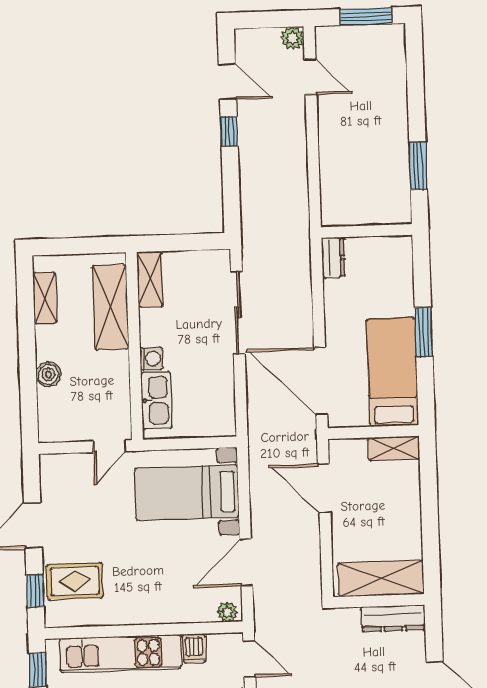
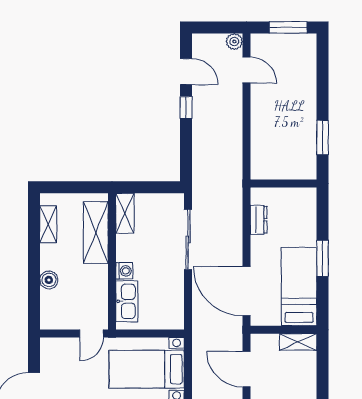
dresser: (333, 258) -> (259, 220), moved

